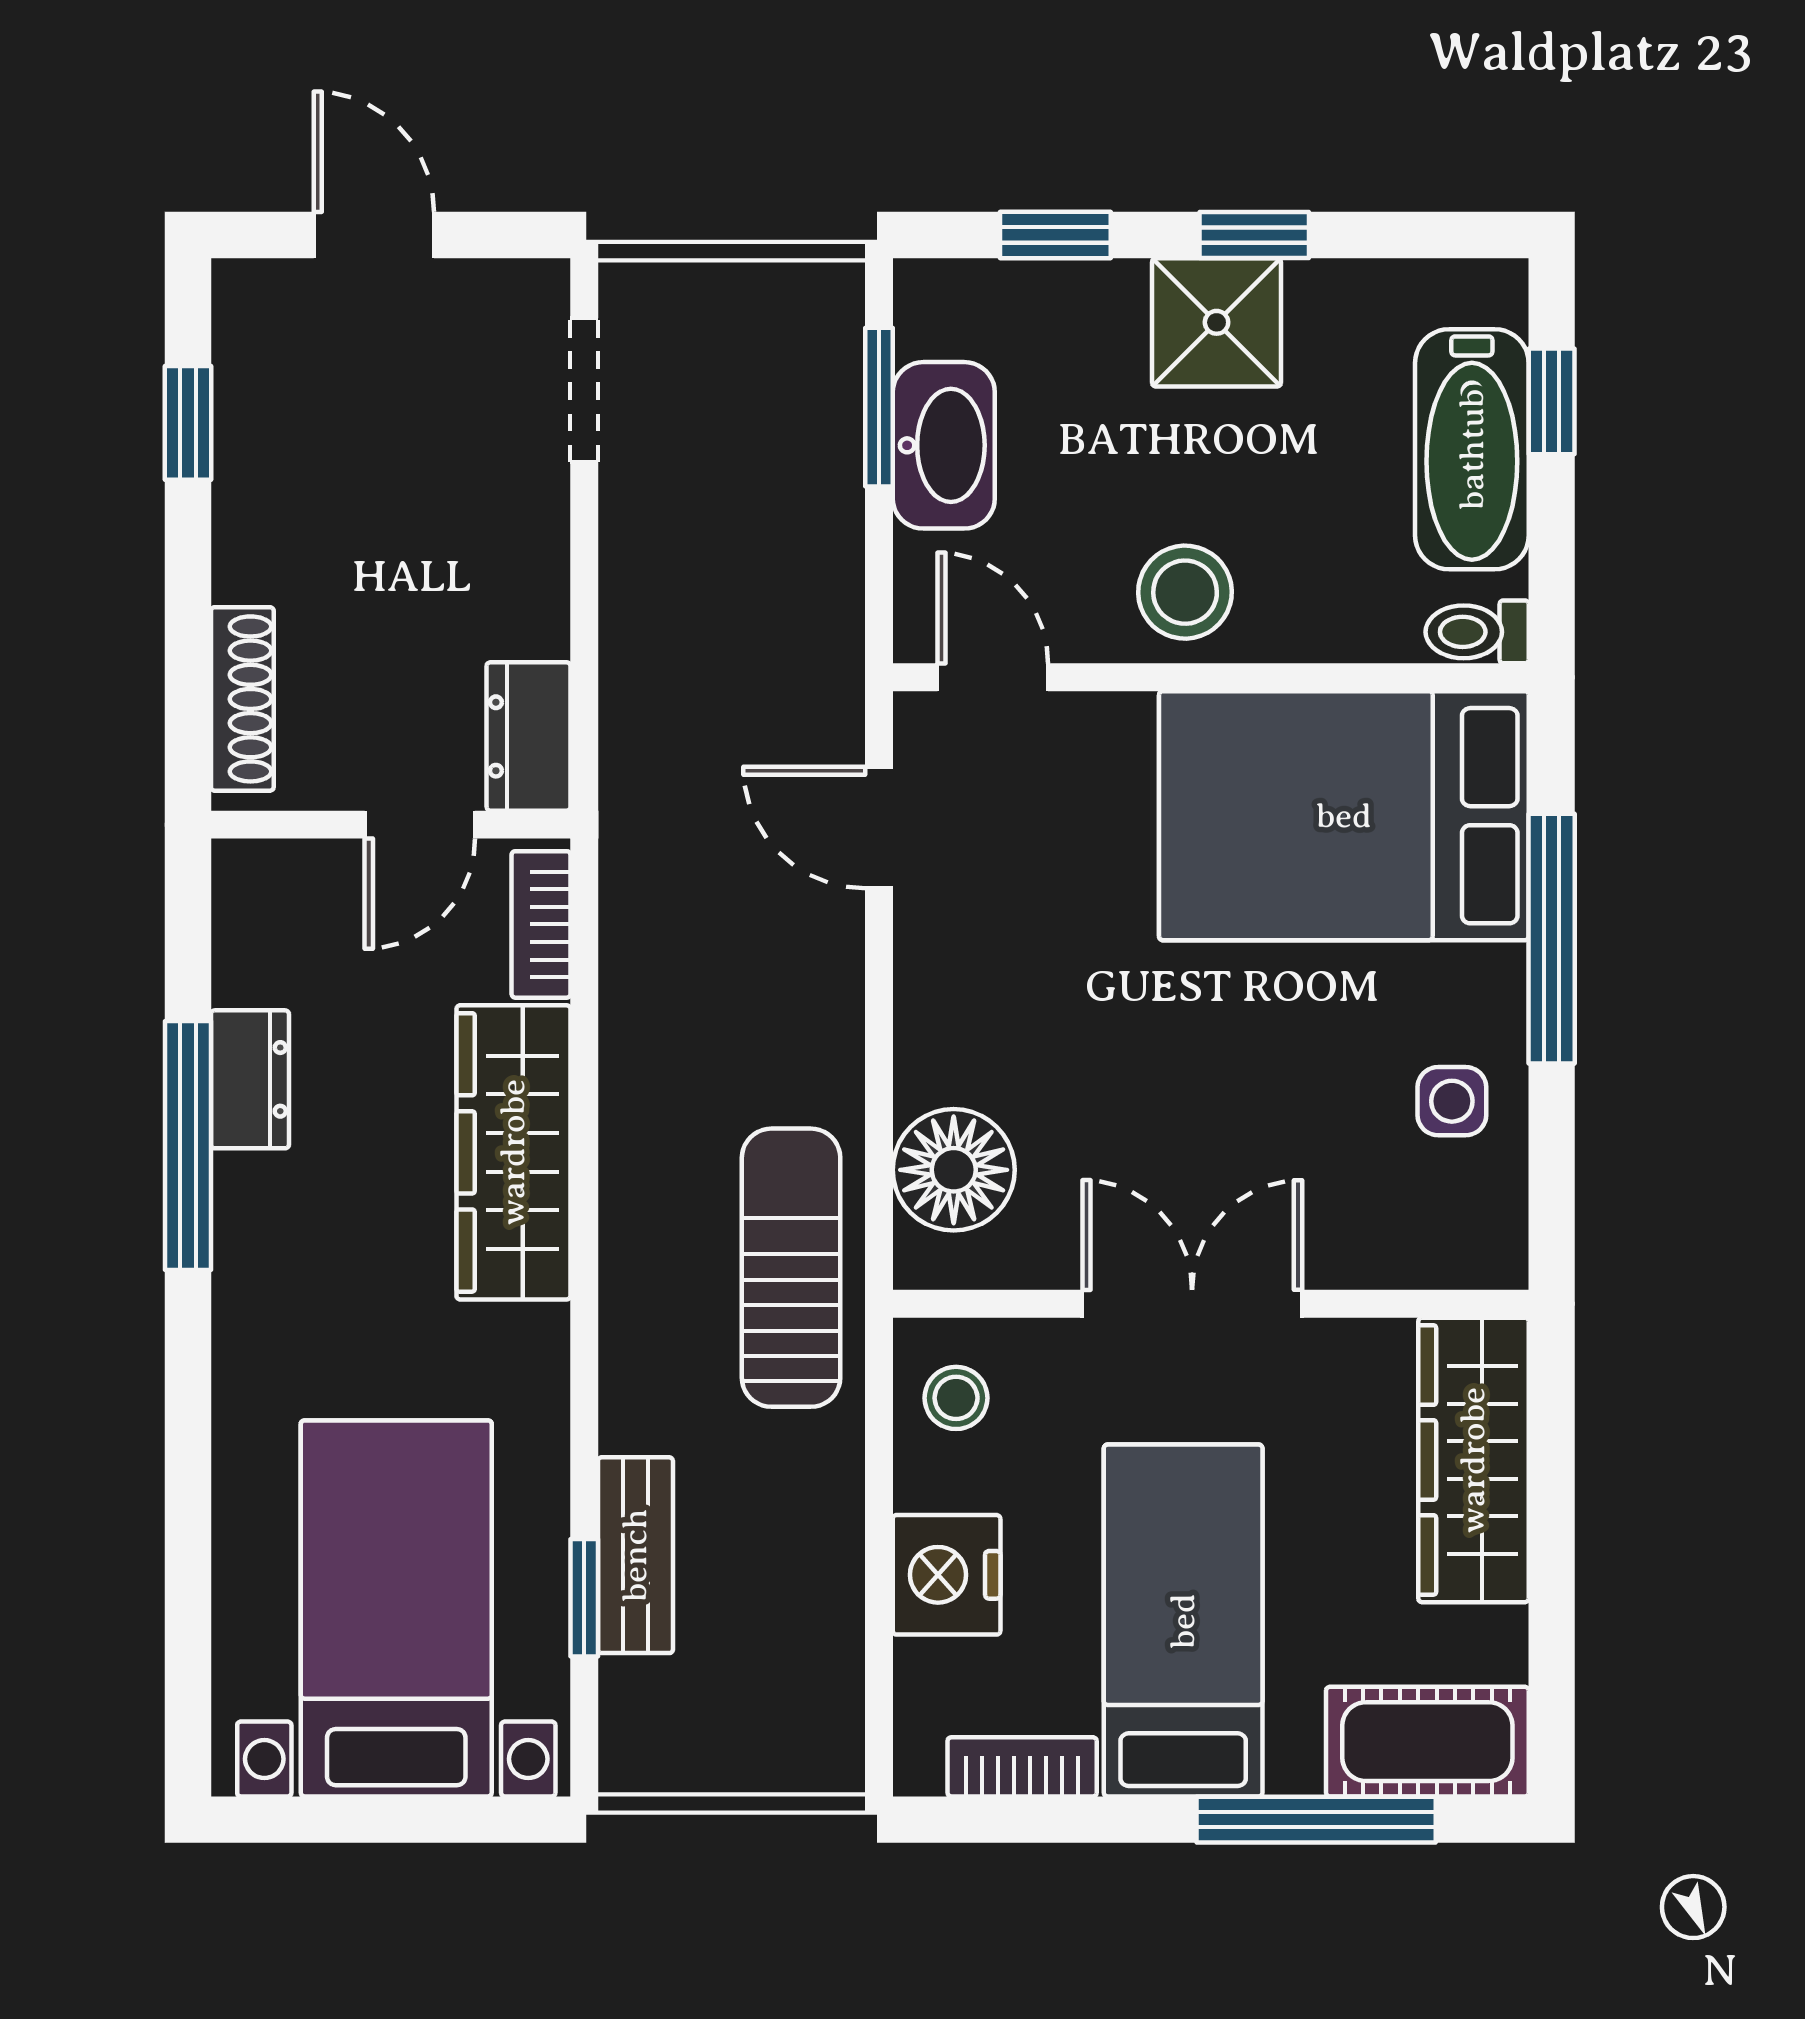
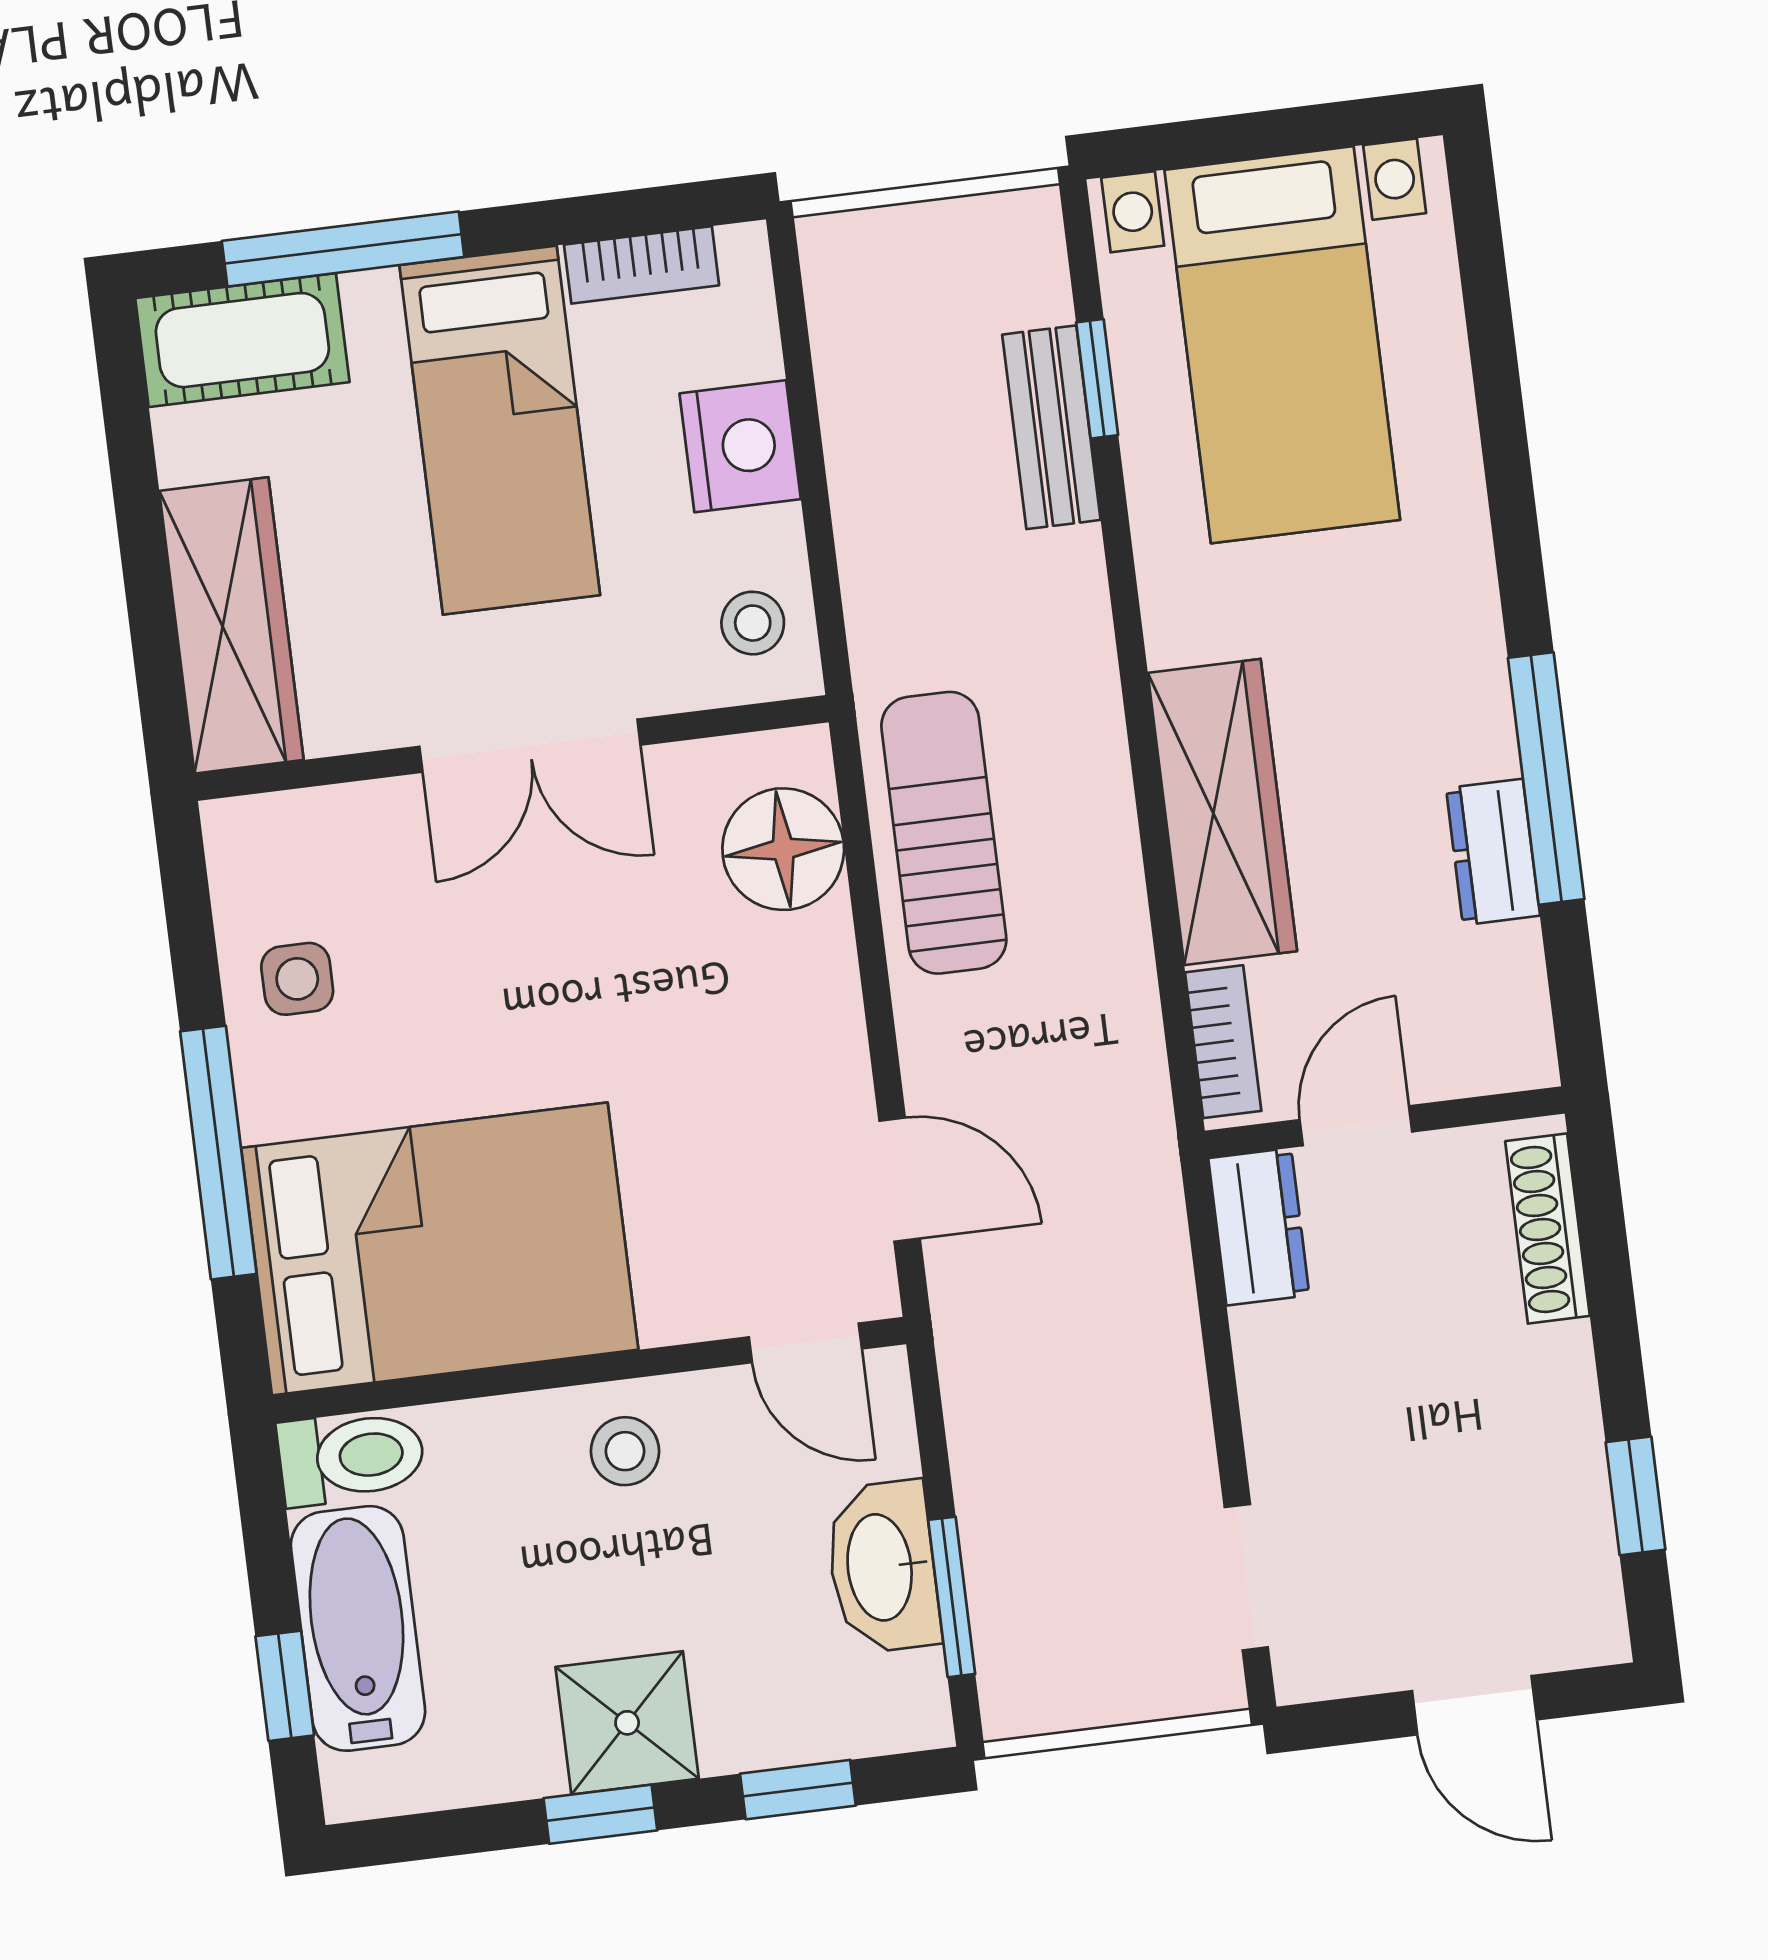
stool: (1185, 592) -> (625, 1451), width x0.73, depth x0.73
toilet: (1477, 632) -> (351, 1457), width x1.37, depth x1.39
sun lounger: (791, 1268) -> (944, 833), moved, turned 180

